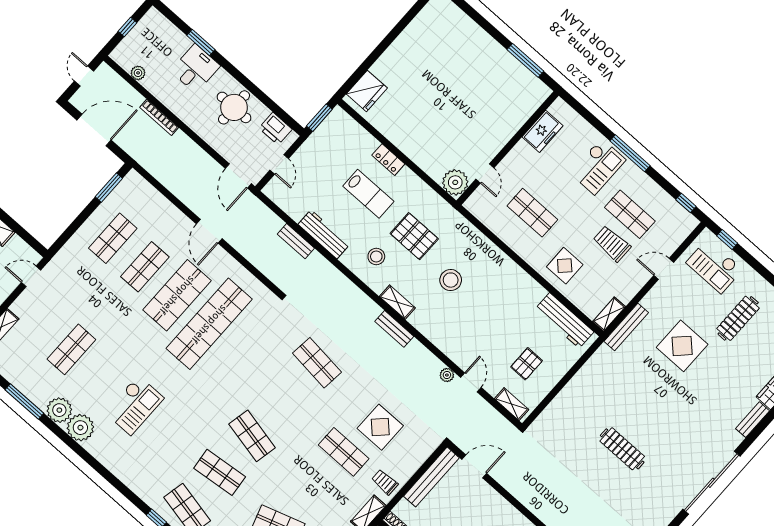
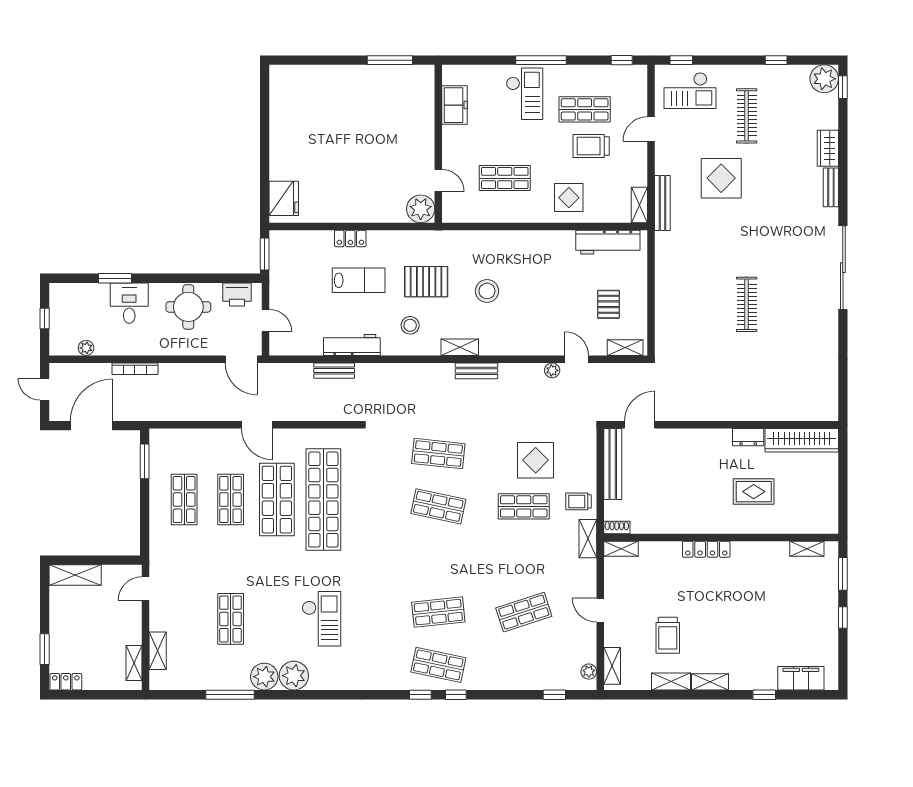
shop shelf: (252, 436) -> (438, 506), moved
clothes rail: (622, 449) -> (747, 304), turned 90

